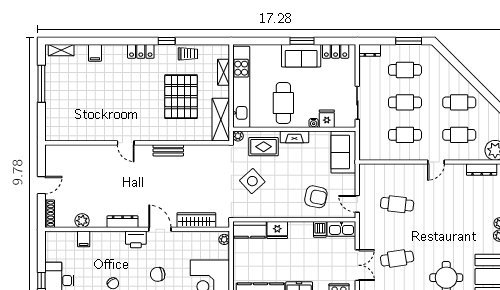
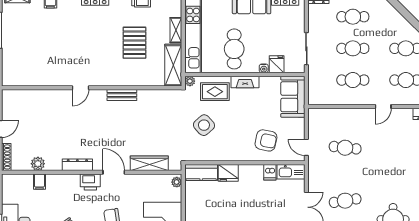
shelving: (224, 72) -> (176, 30), moved
pallet: (181, 97) -> (134, 43), width x0.73, depth x0.71
door: (126, 143) -> (80, 88), hinge flipped

